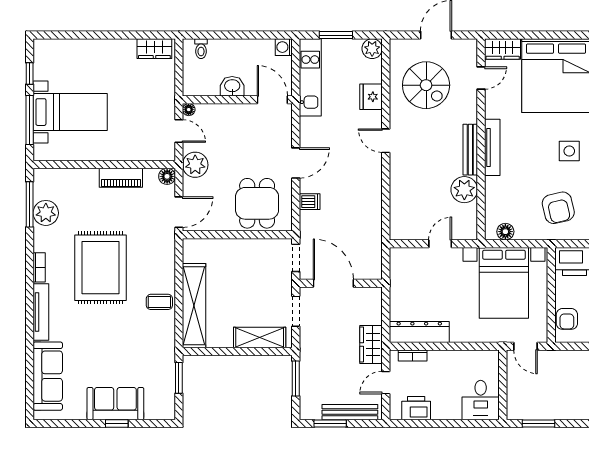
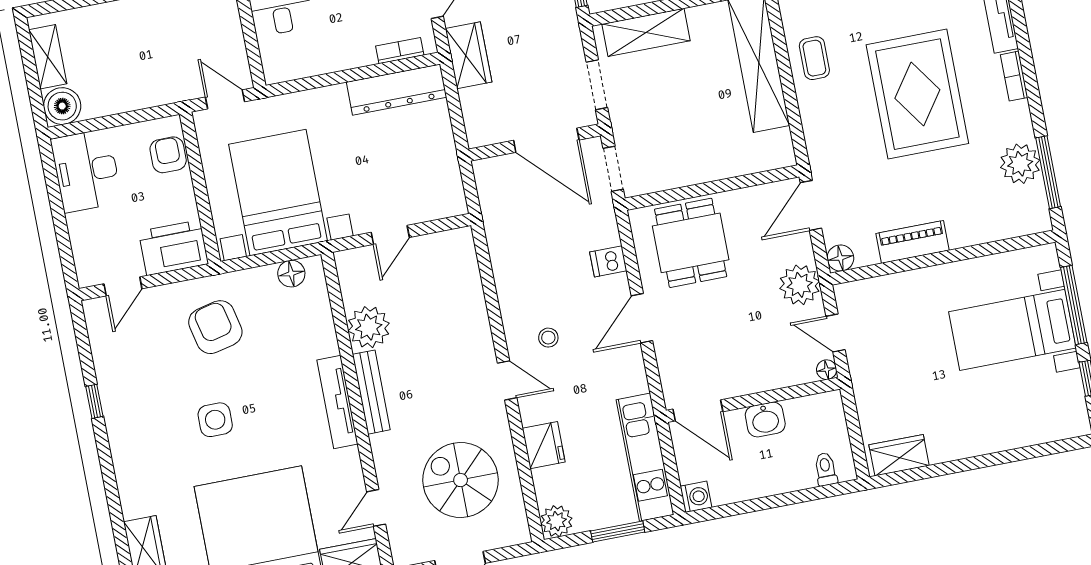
stool: (355, 162) -> (548, 338), added
coffee table: (159, 302) -> (814, 58), turned 90

